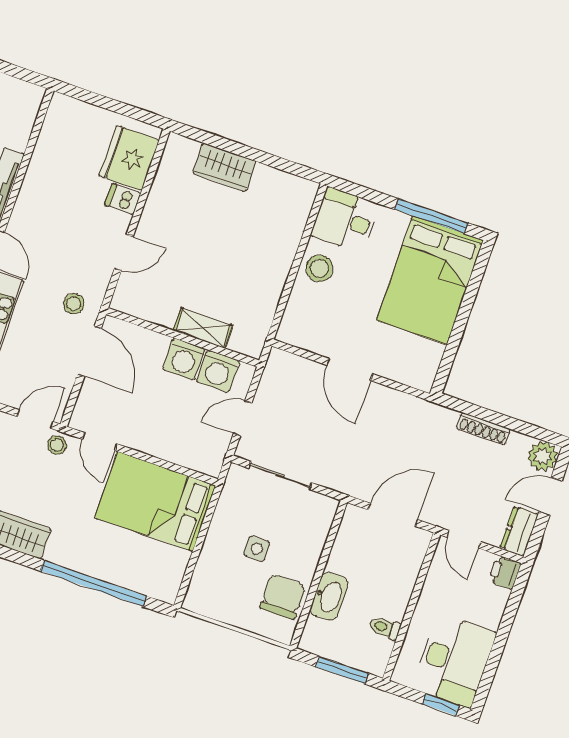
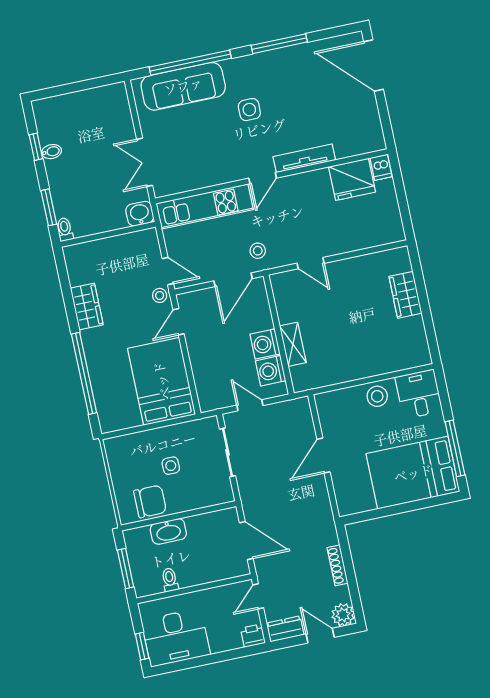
fridge: (129, 158) -> (352, 179), moved, turned 180
dishwasher: (123, 199) -> (381, 167), moved, turned 180

